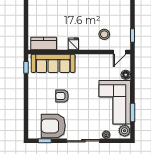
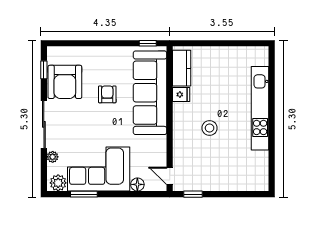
stool: (104, 34) -> (210, 128), moved
fridge: (73, 44) -> (181, 94), moved
sofa: (53, 63) -> (150, 93), width x1.36, depth x1.27
armchair: (53, 126) -> (65, 82), turned 180

